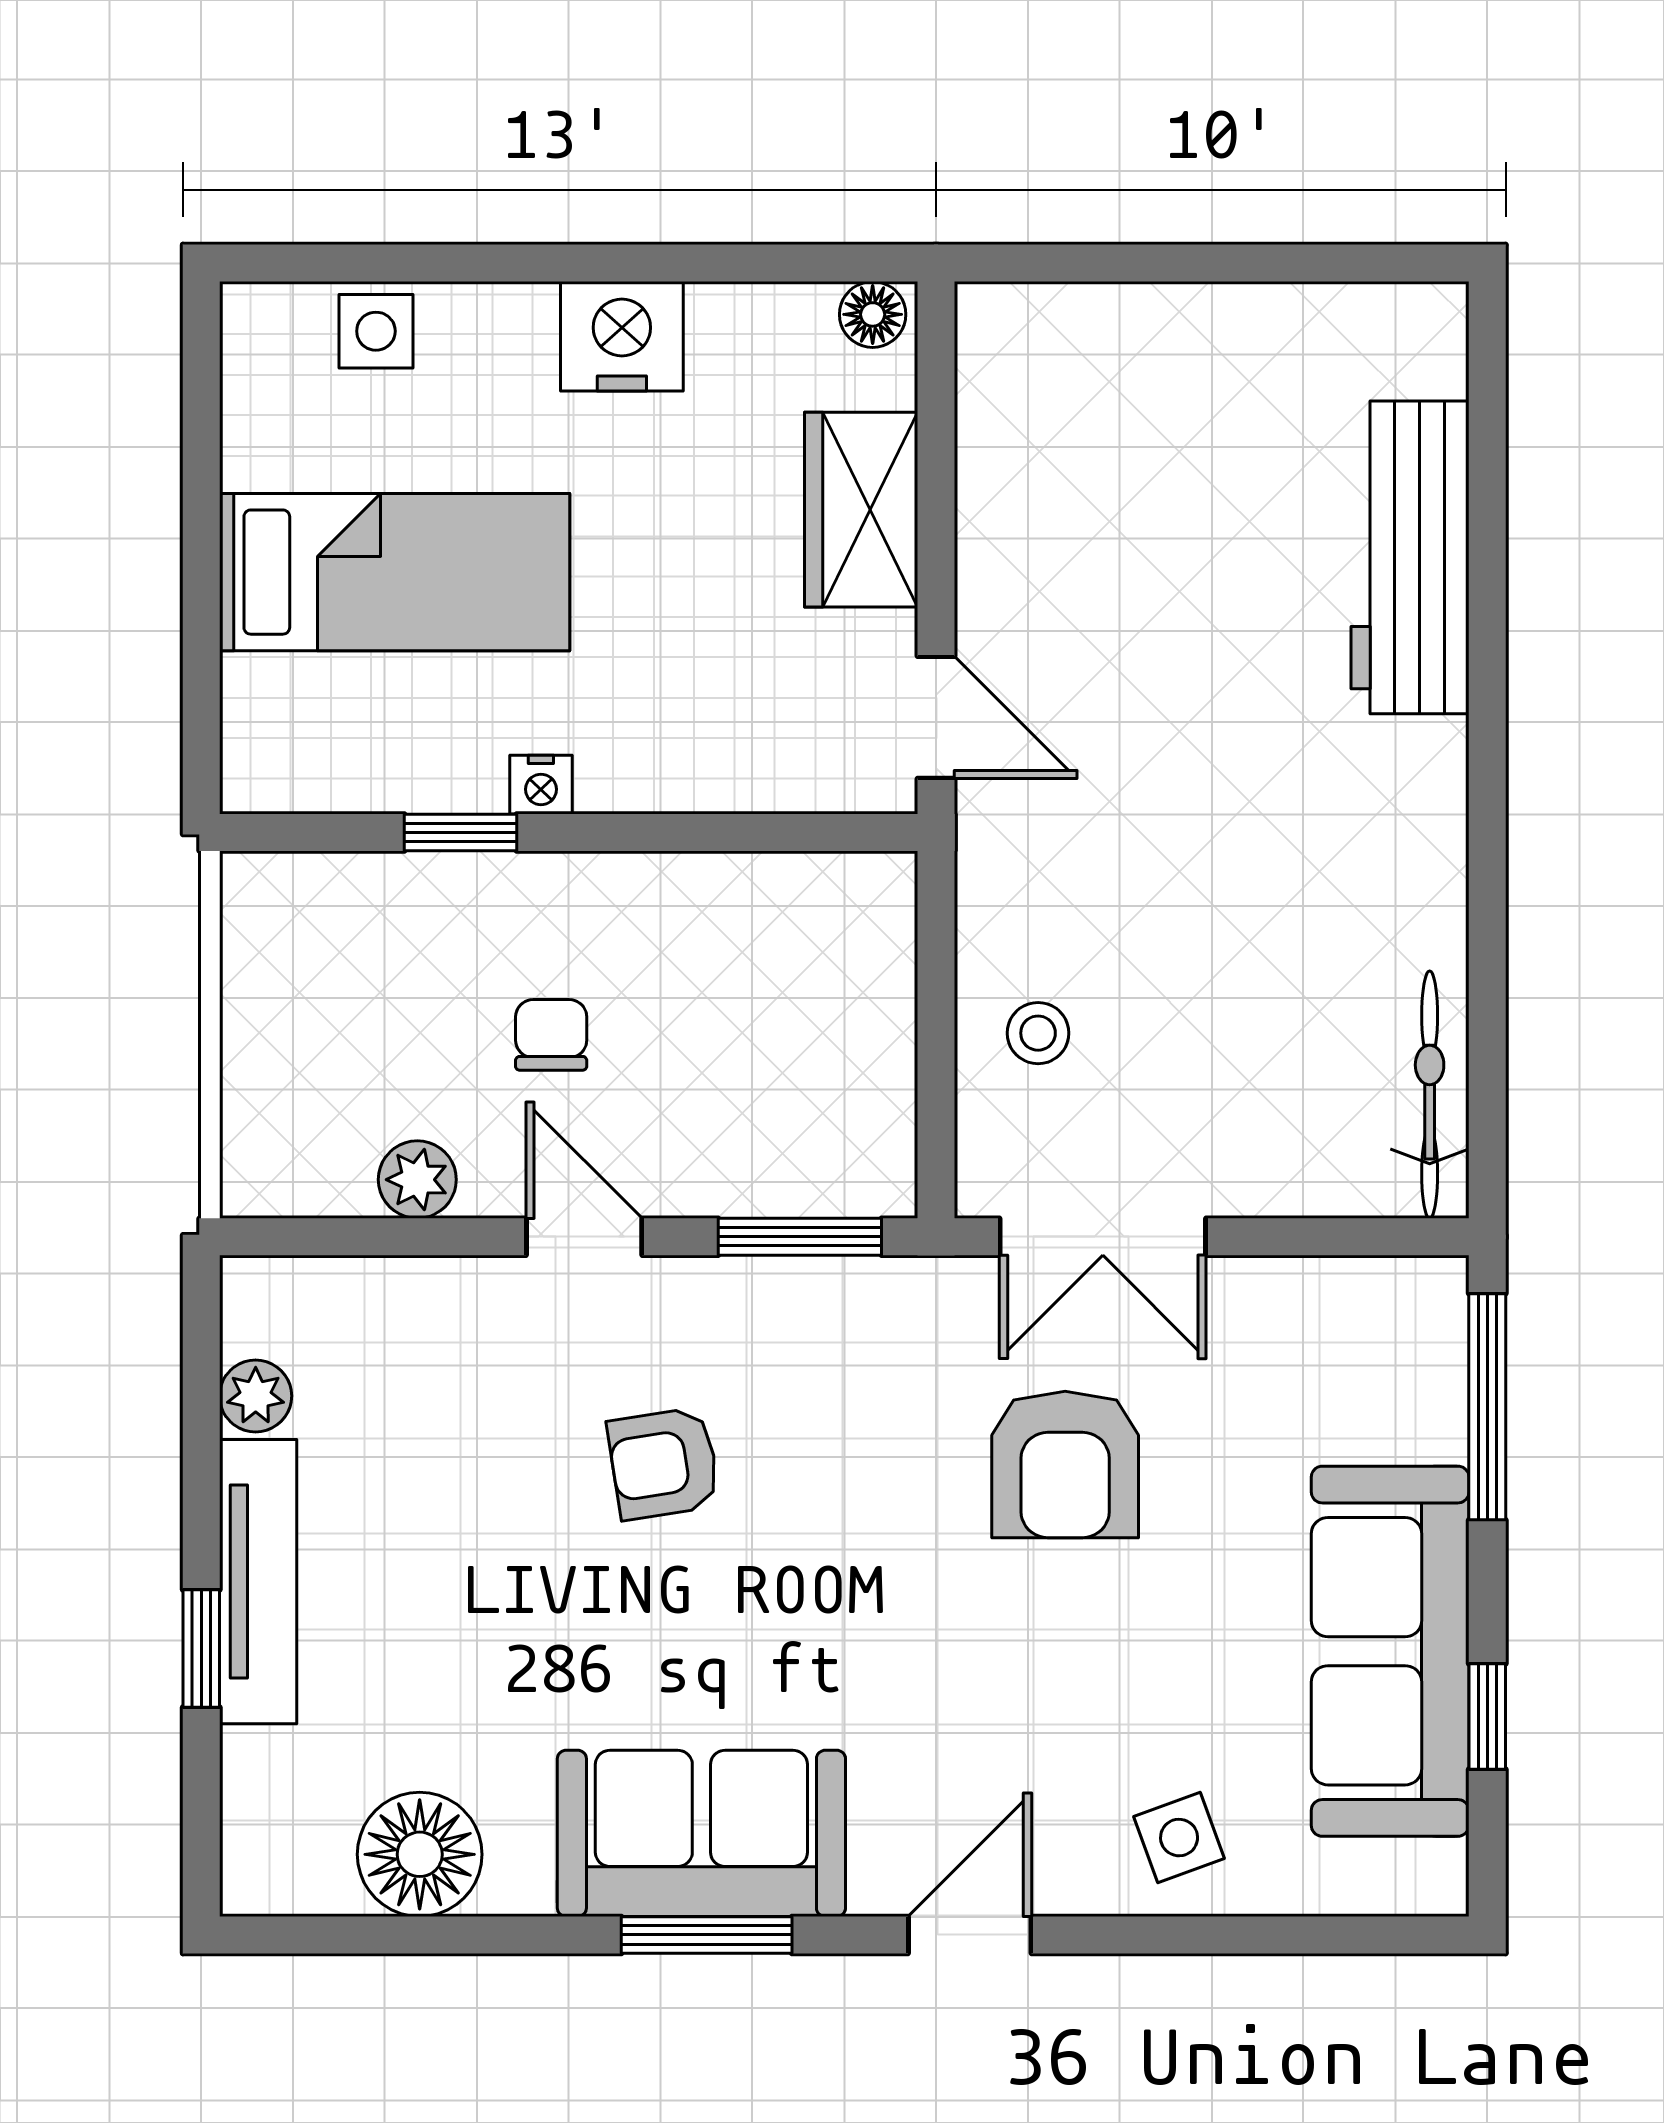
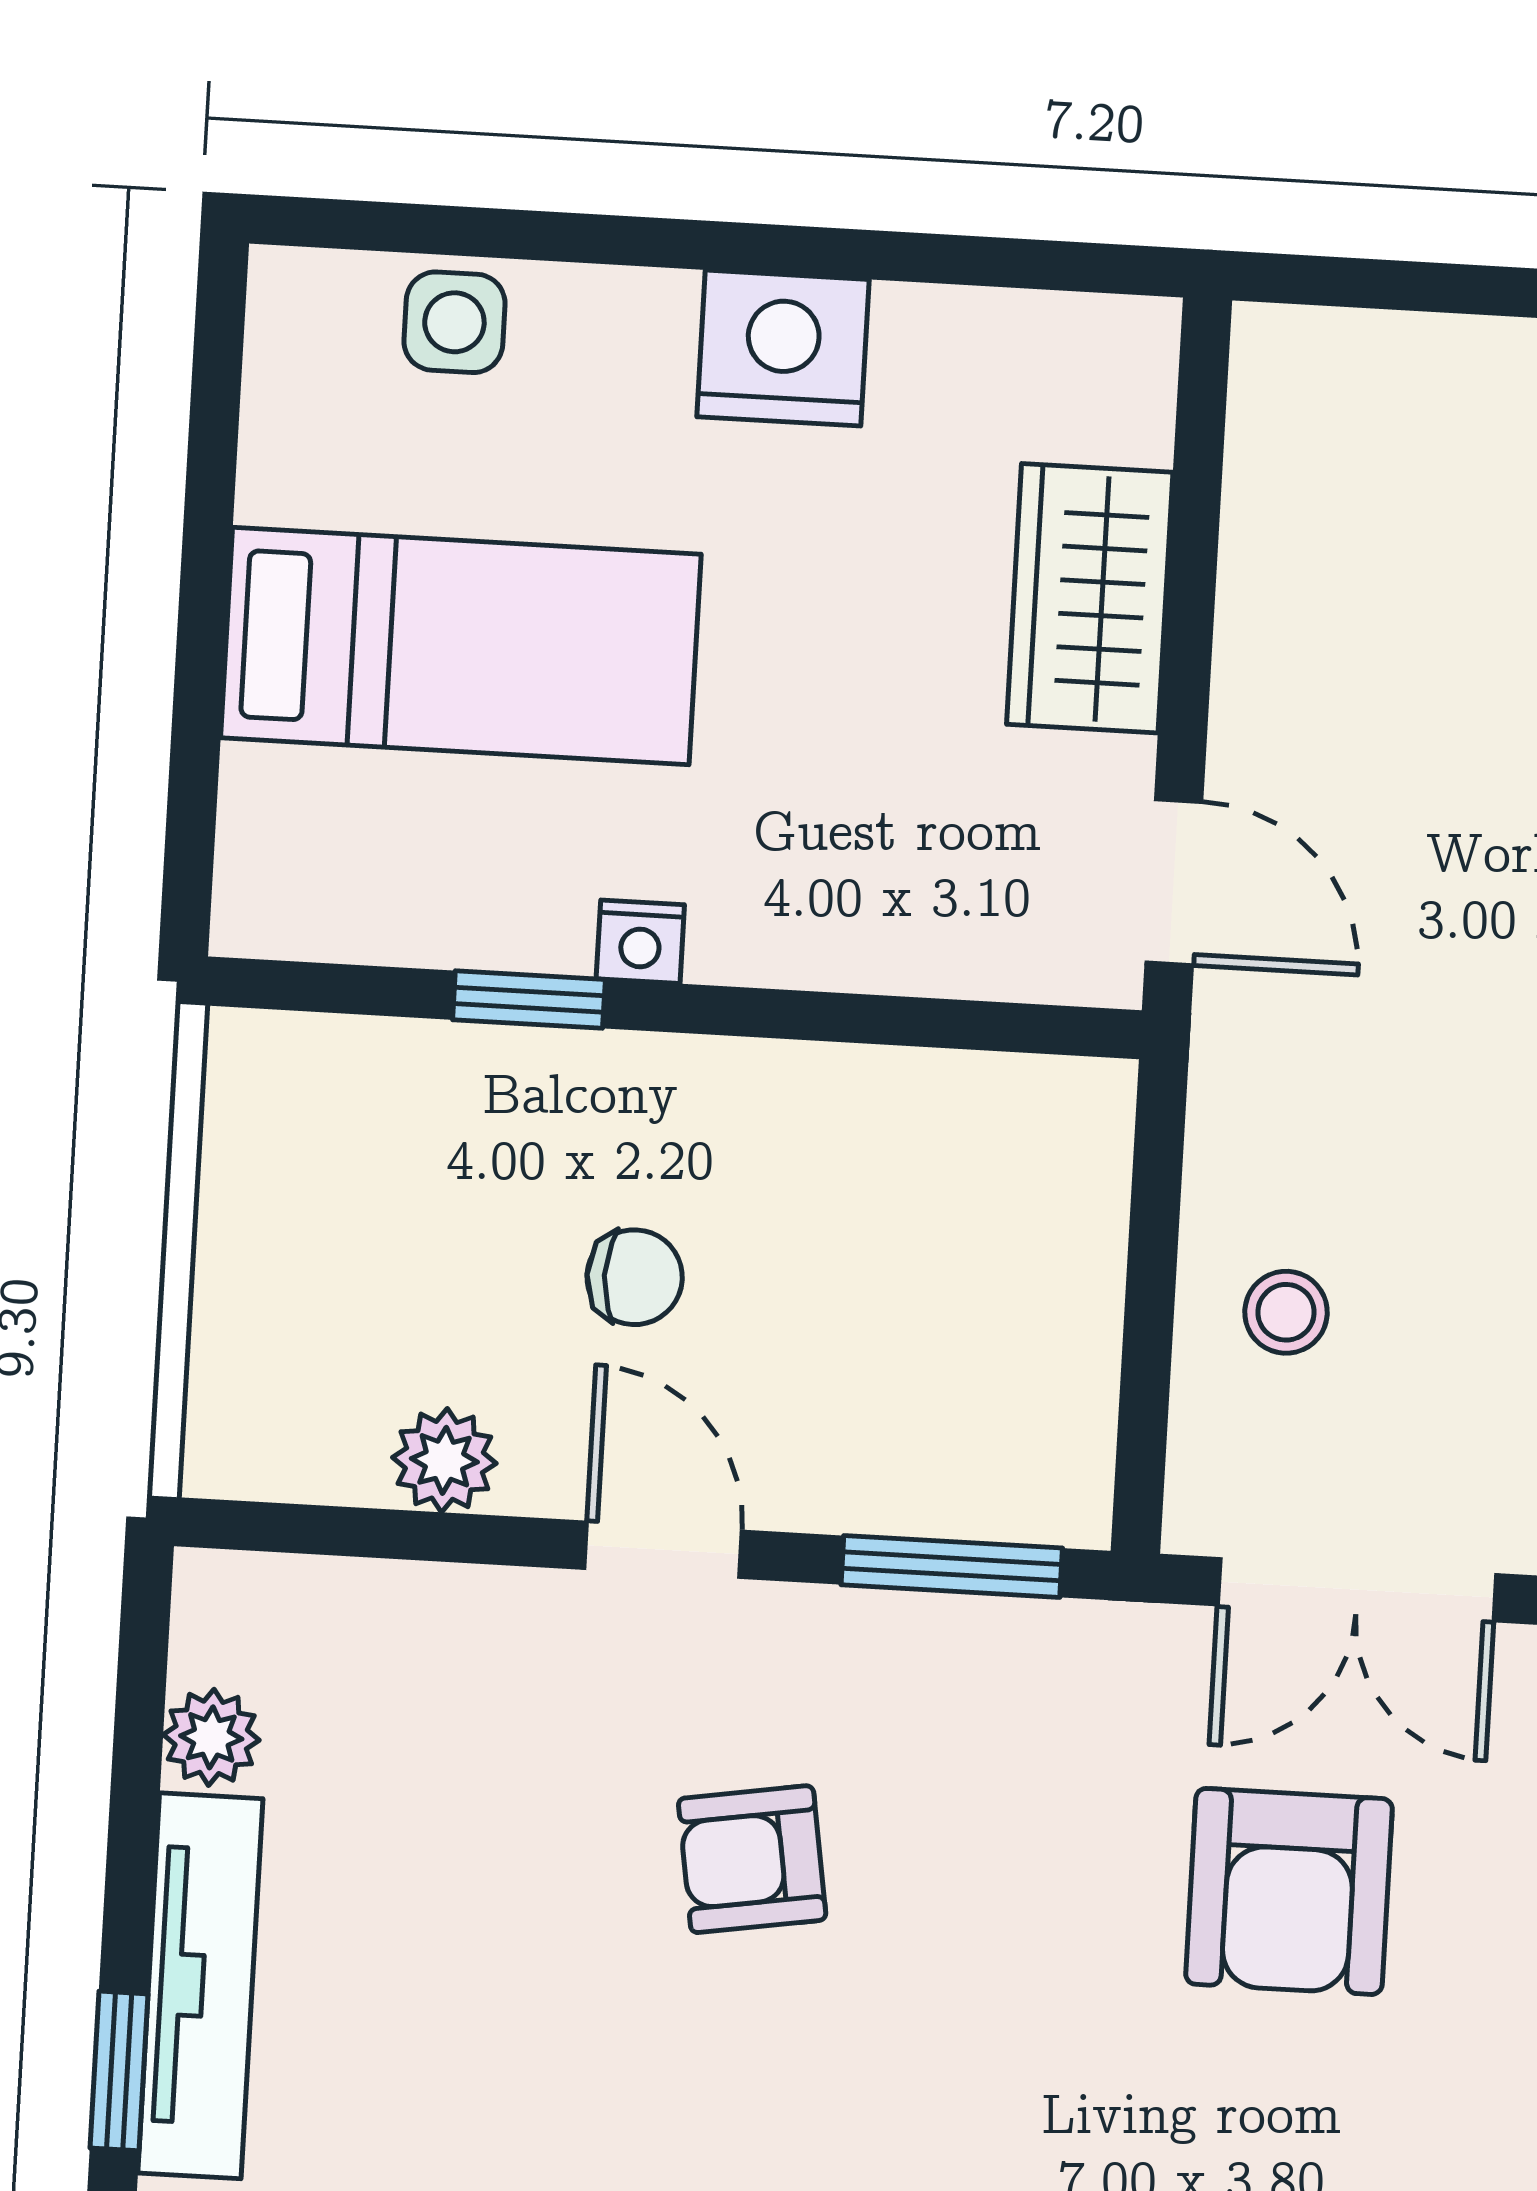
floor lamp: (873, 314) -> (1120, 338), removed
chair: (551, 1035) -> (635, 1277), turned 90

